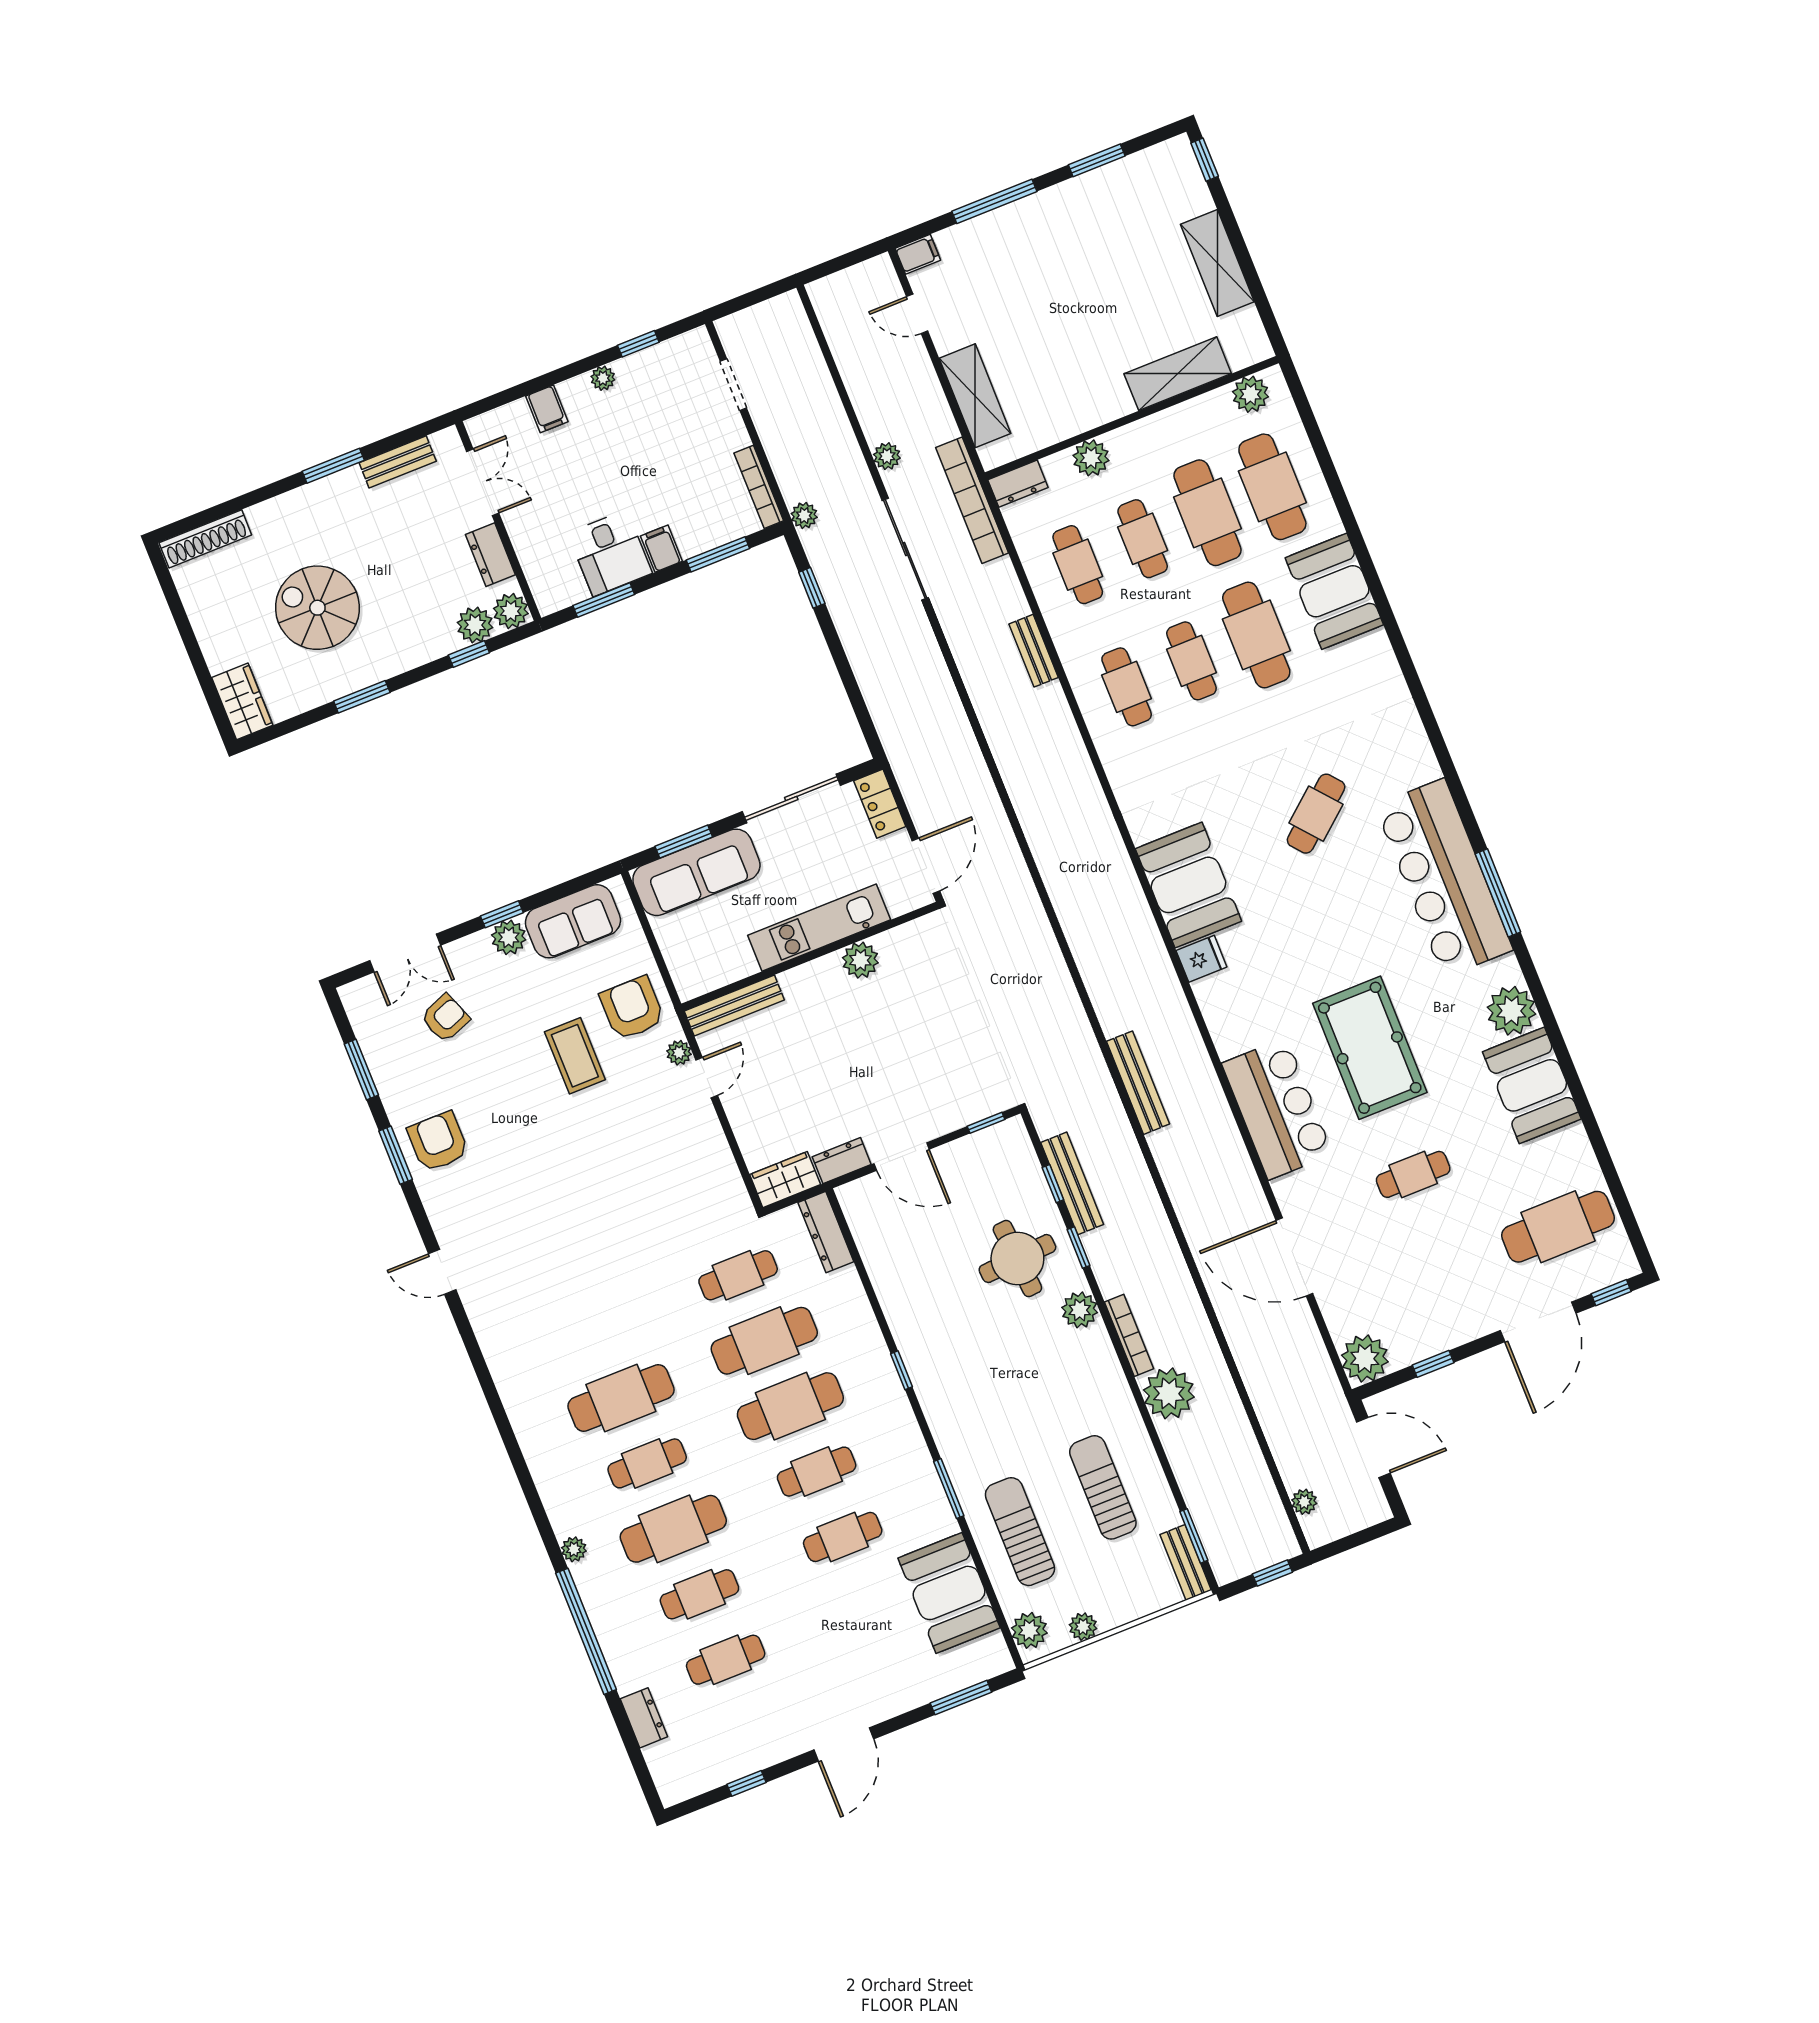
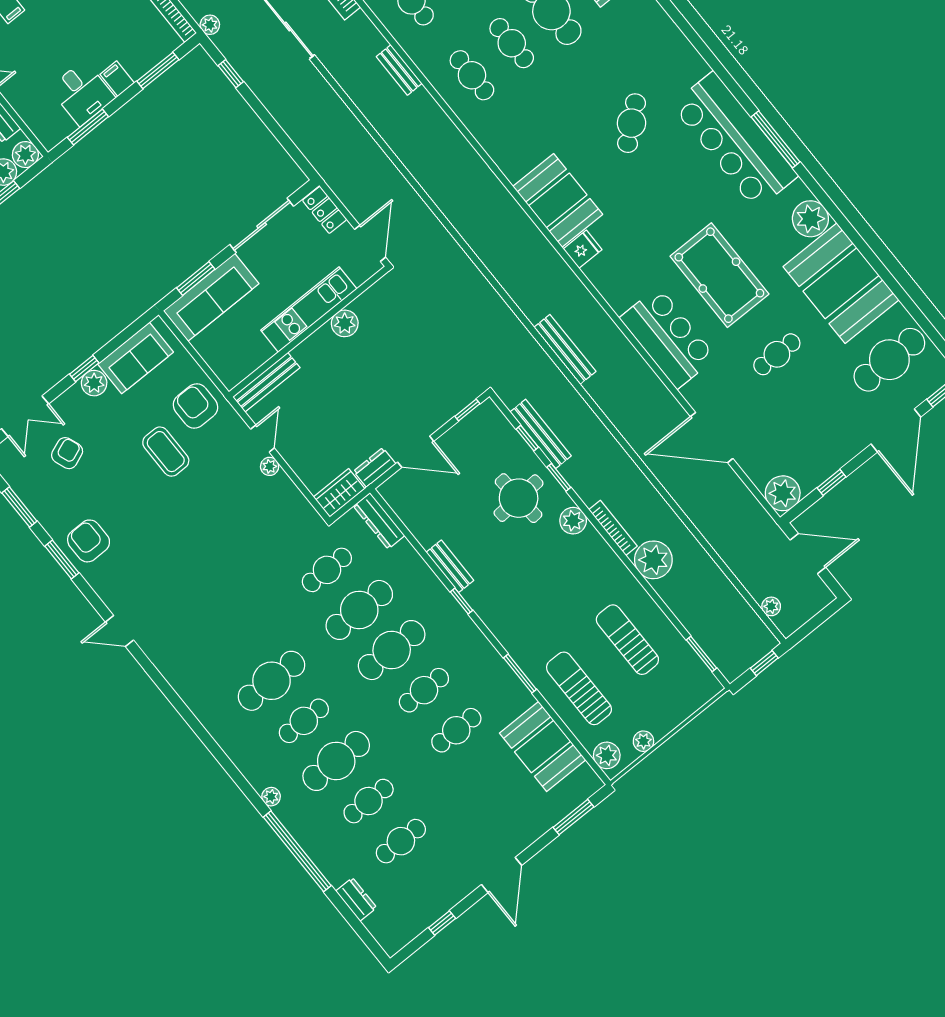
plant: (679, 1053) -> (270, 466), moved
booth: (1532, 1085) -> (841, 283), width x1.36, depth x1.42
bench: (1186, 1562) -> (450, 566), moved

